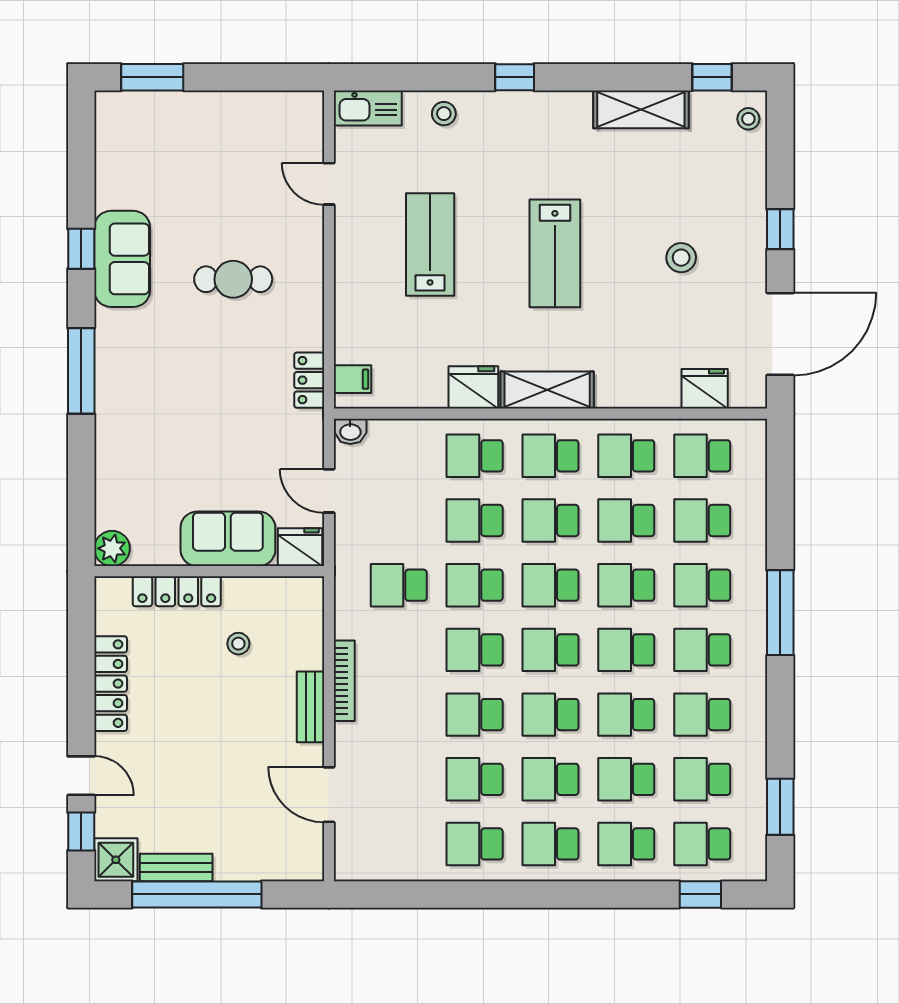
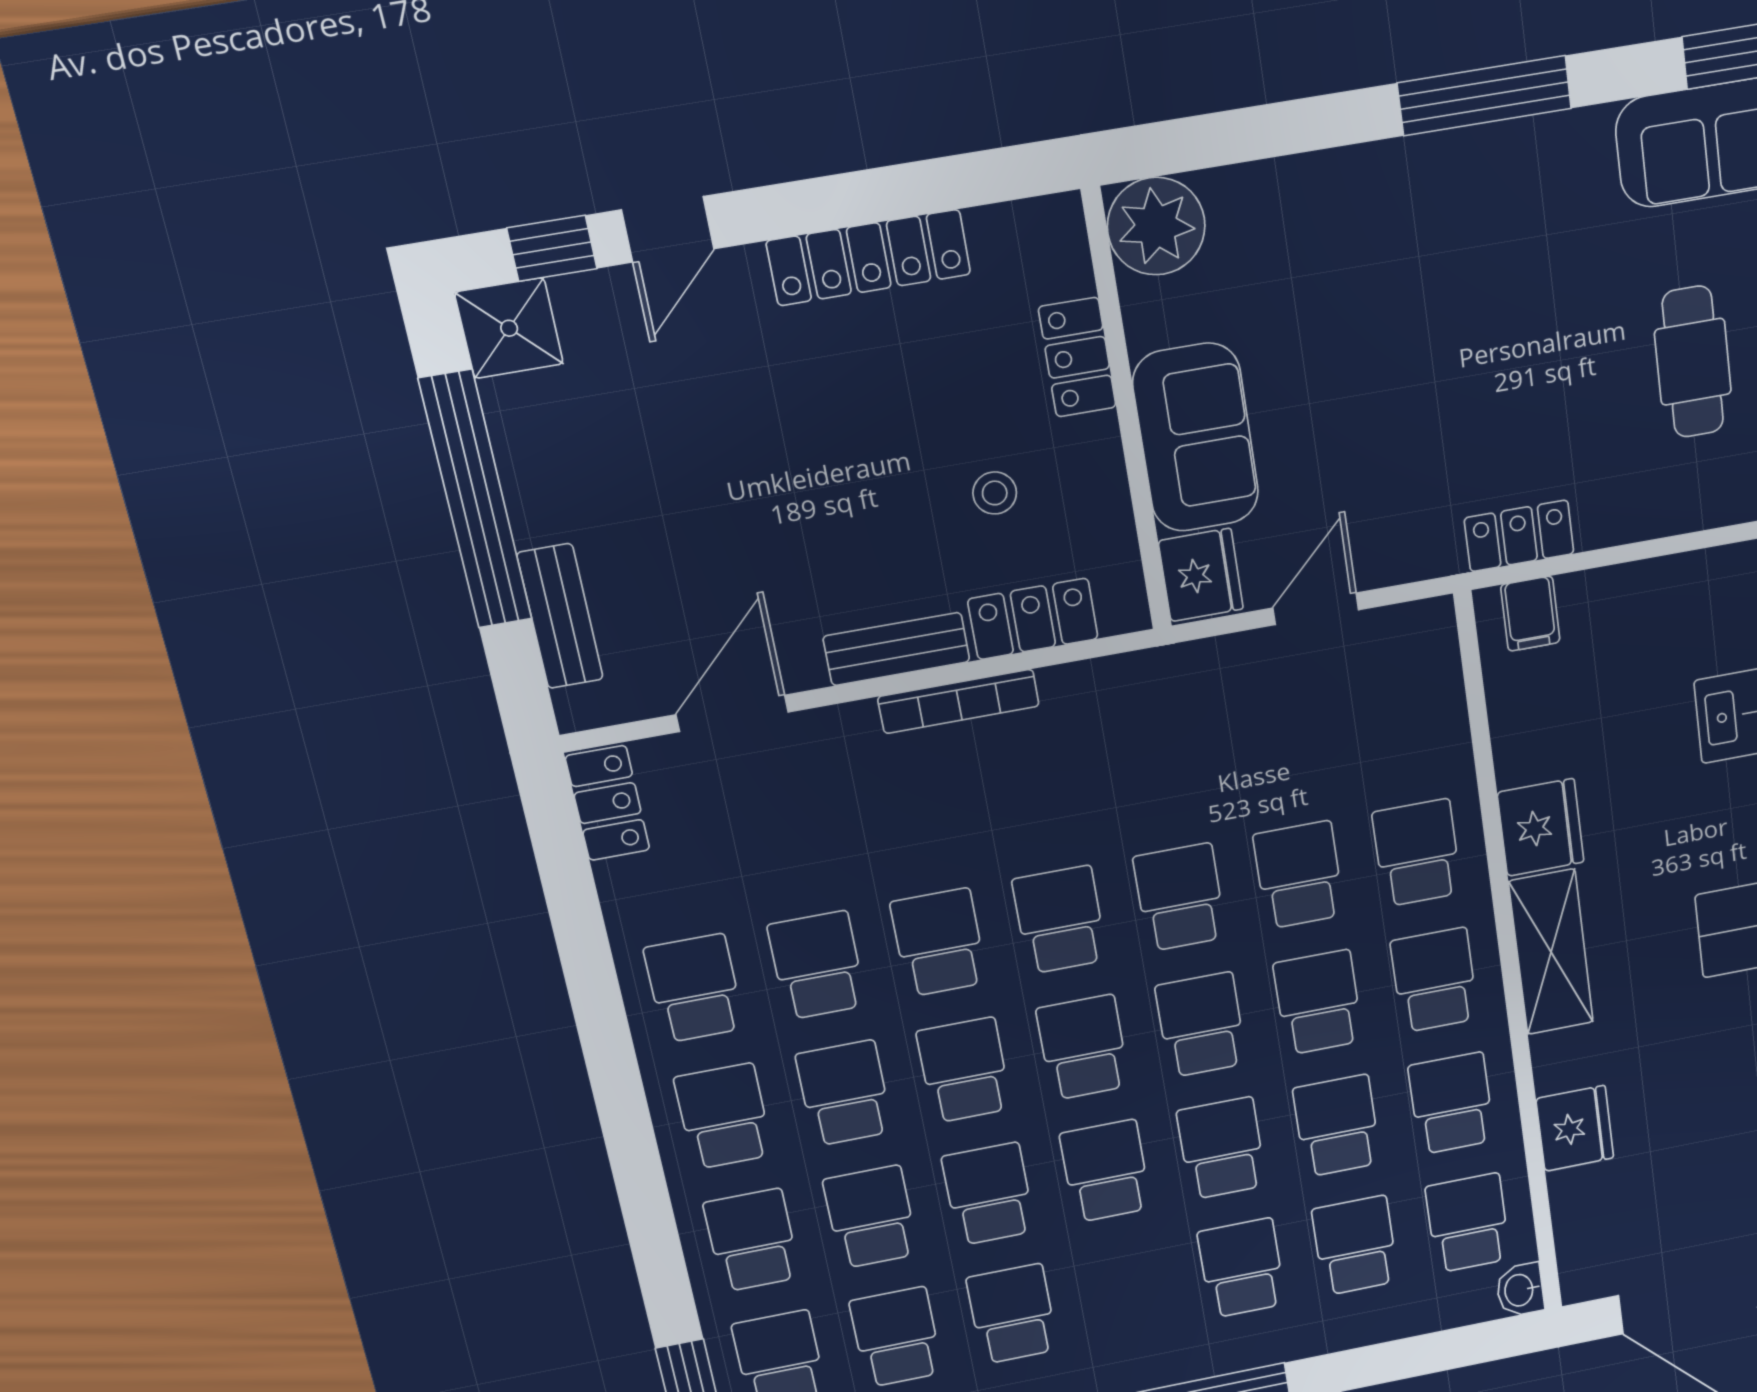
fridge: (705, 389) -> (1575, 1128), moved
washbasin: (350, 431) -> (1520, 1290), moved
plant: (112, 548) -> (1156, 226), width x1.36, depth x1.36
school desk: (399, 585) -> (1158, 766), removed
locker: (177, 591) -> (1077, 357), width x0.66
locker: (307, 636) -> (1033, 619), added
school desk: (702, 650) -> (1127, 1291), removed
locker: (365, 866) -> (608, 803), added
bench: (176, 867) -> (560, 616), moved

